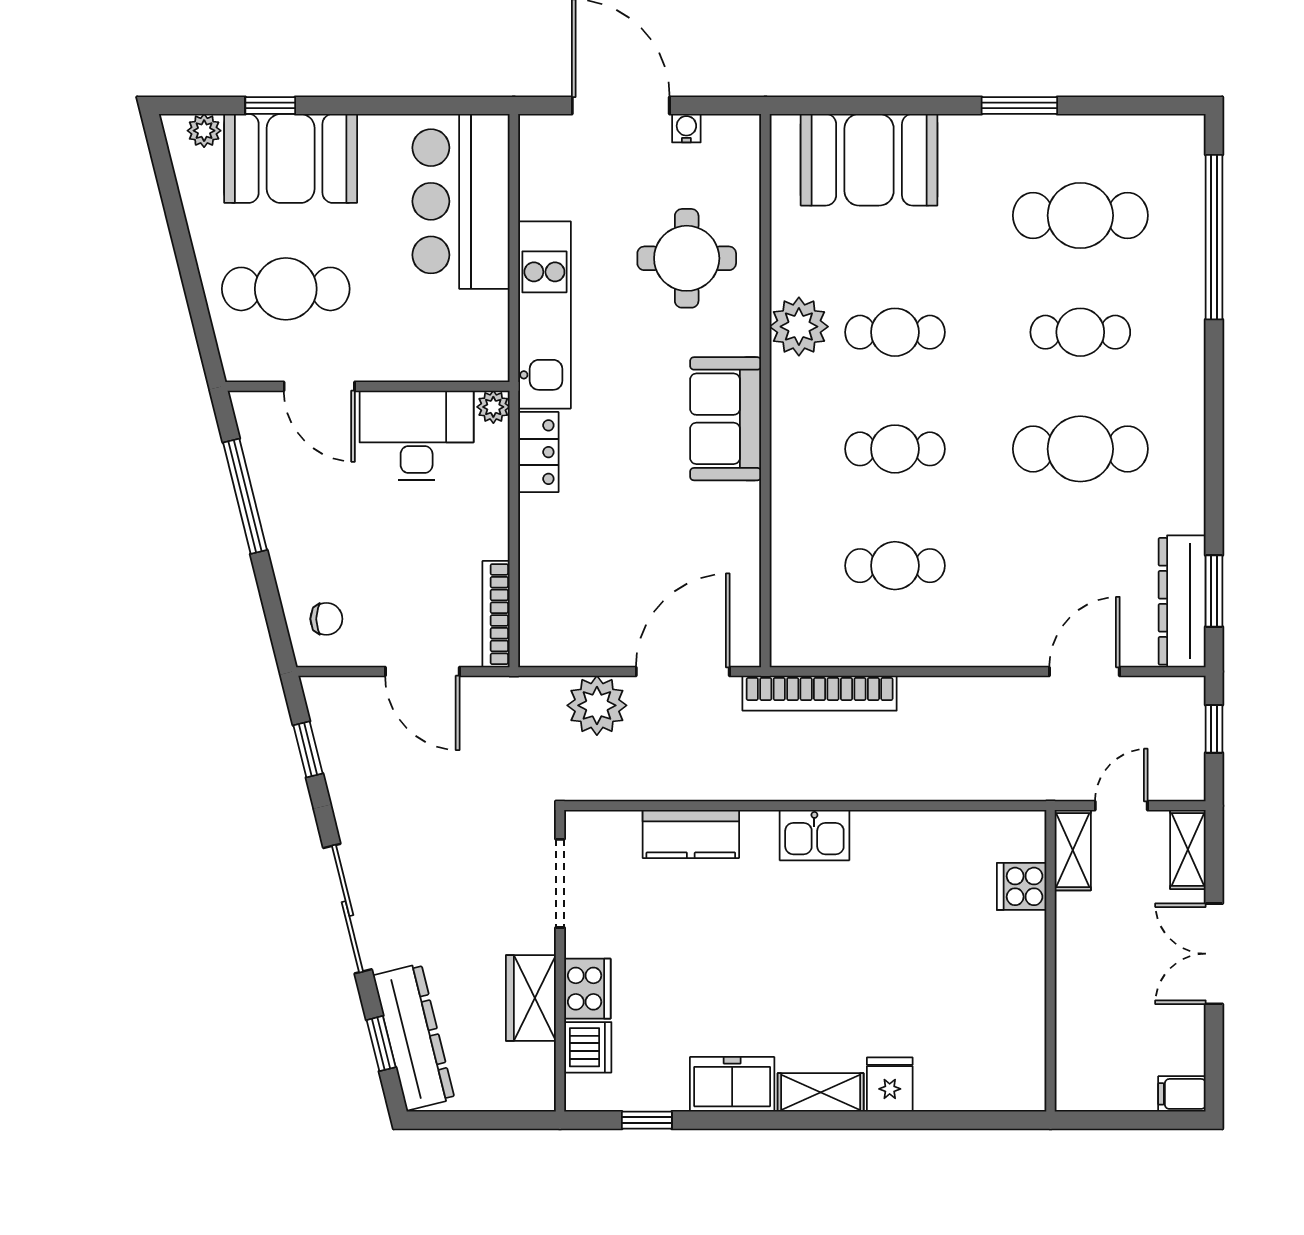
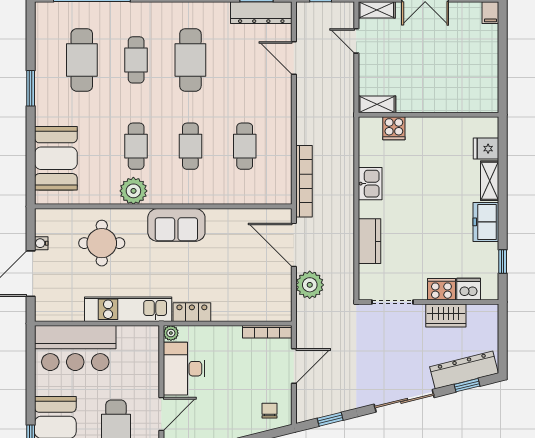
shelving: (1073, 850) -> (377, 104), moved
cooker: (1022, 886) -> (394, 128), moved
wall: (1051, 961) -> (429, 115), moved

